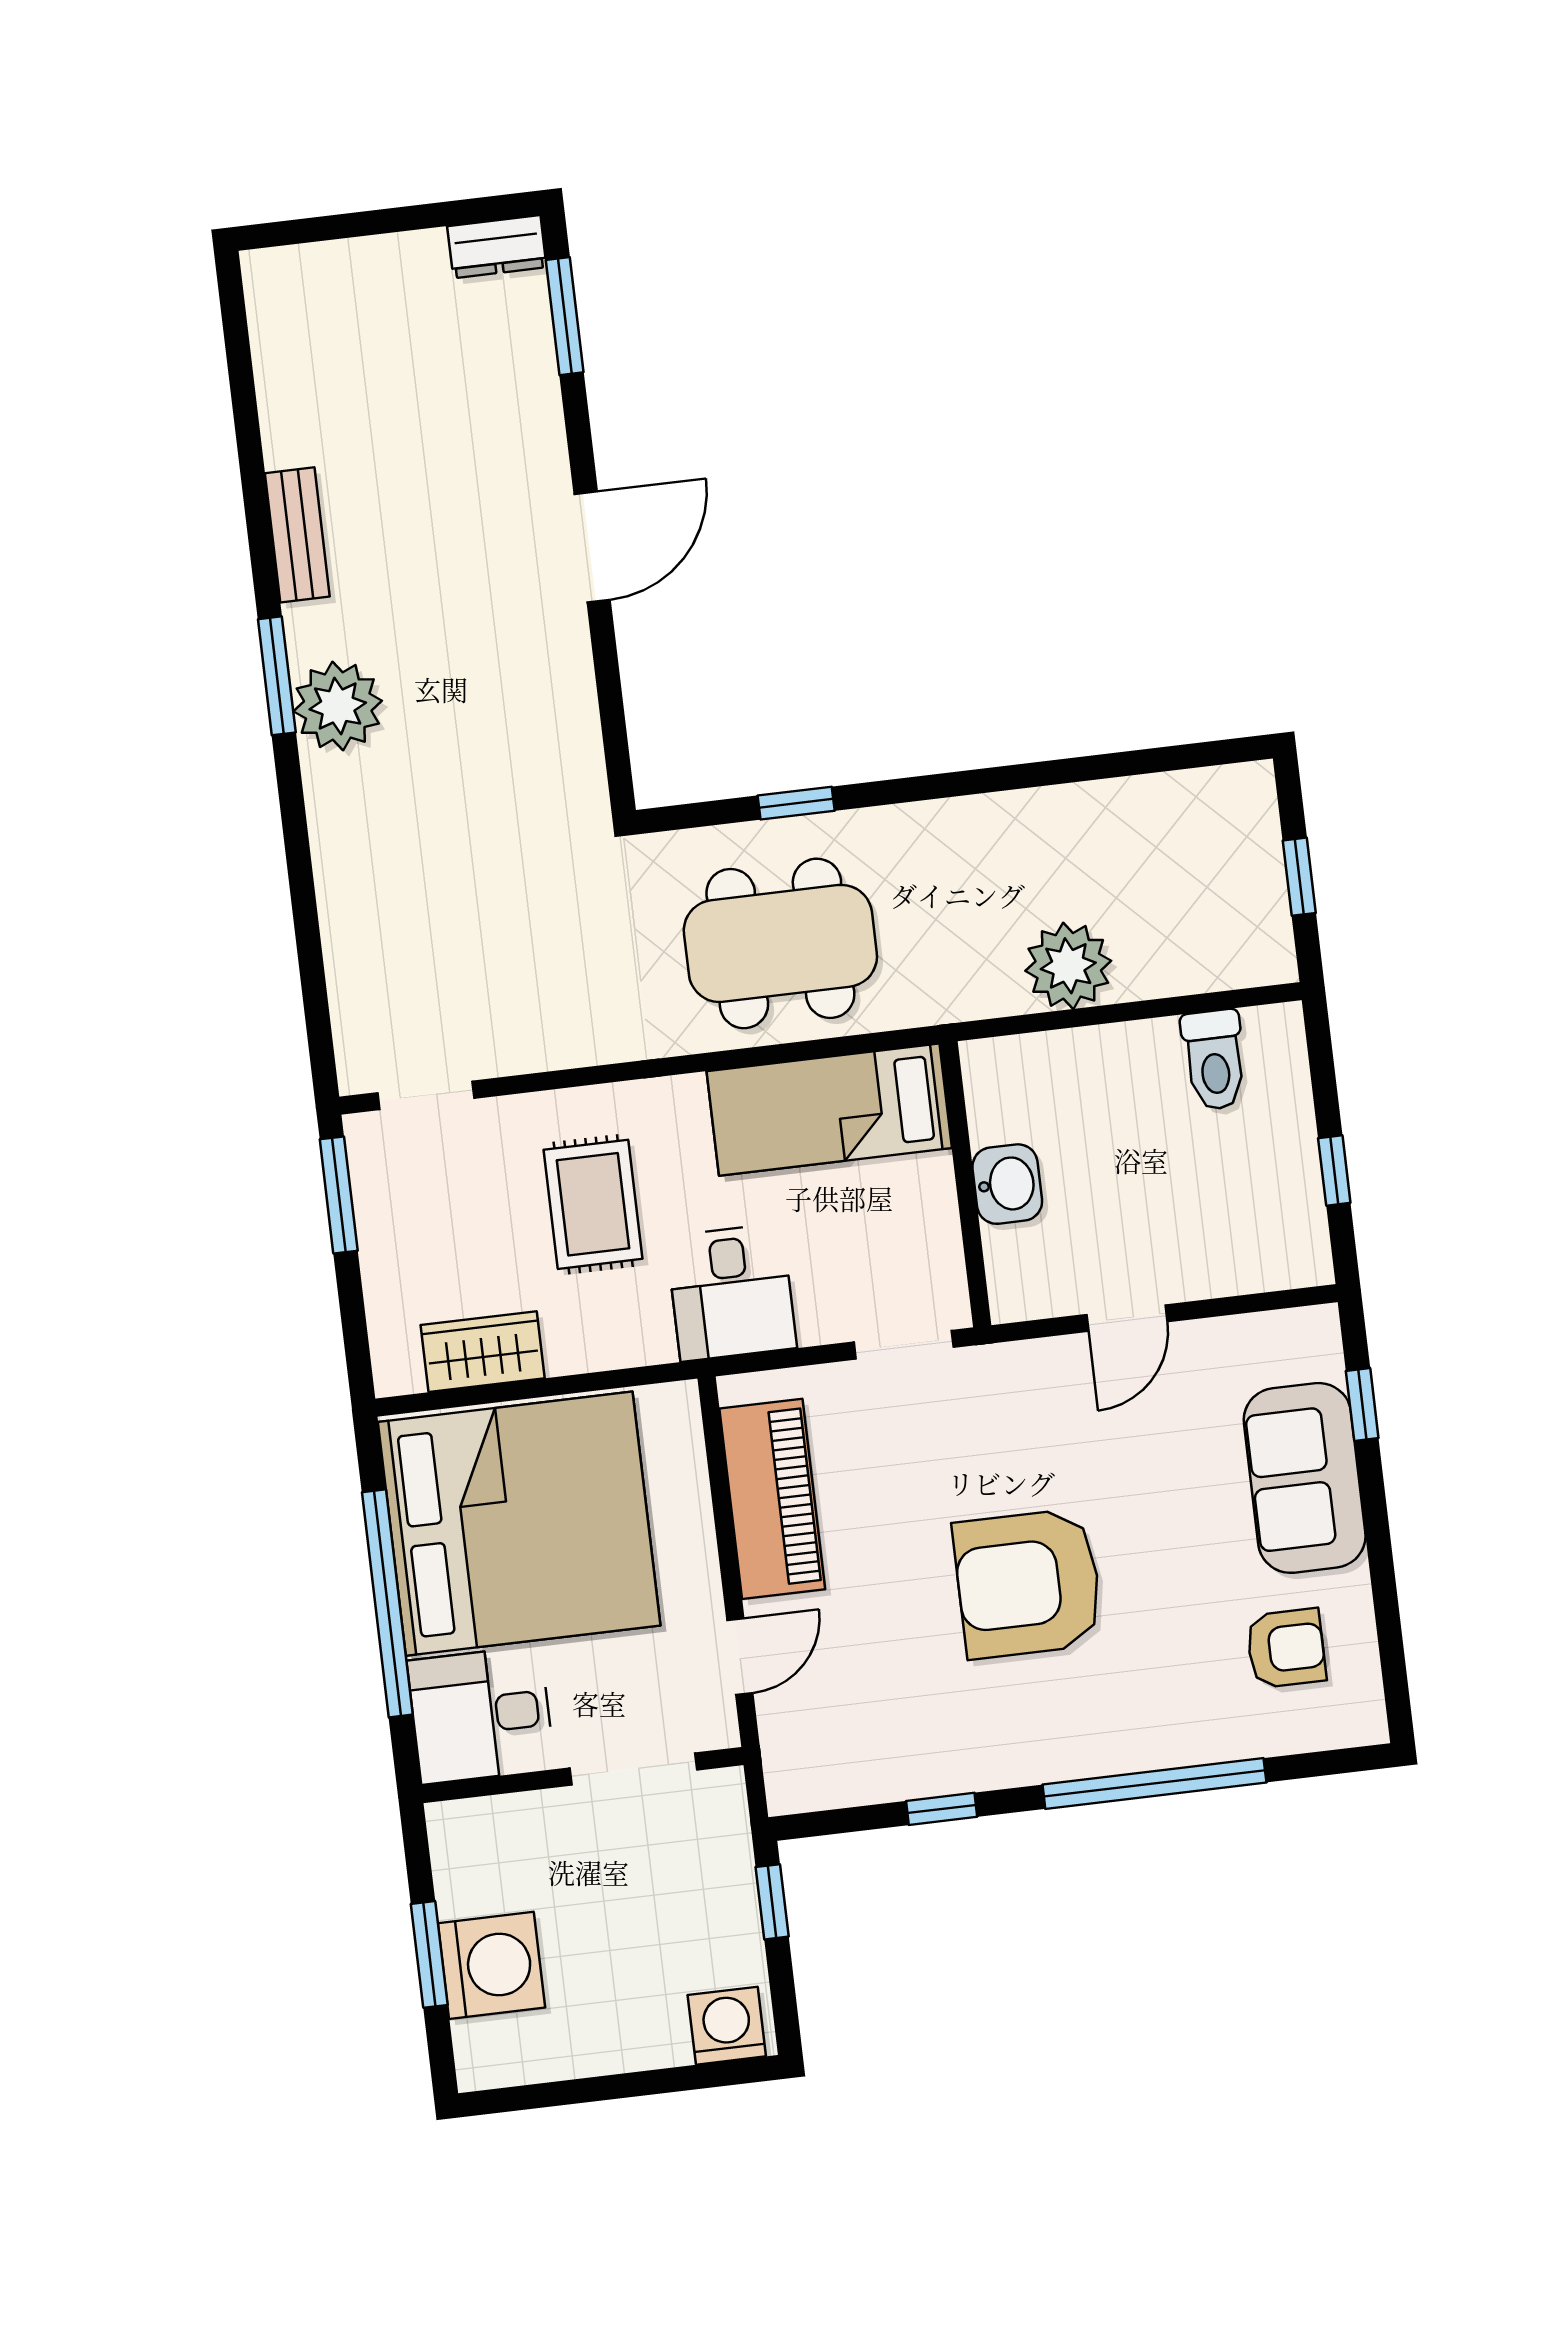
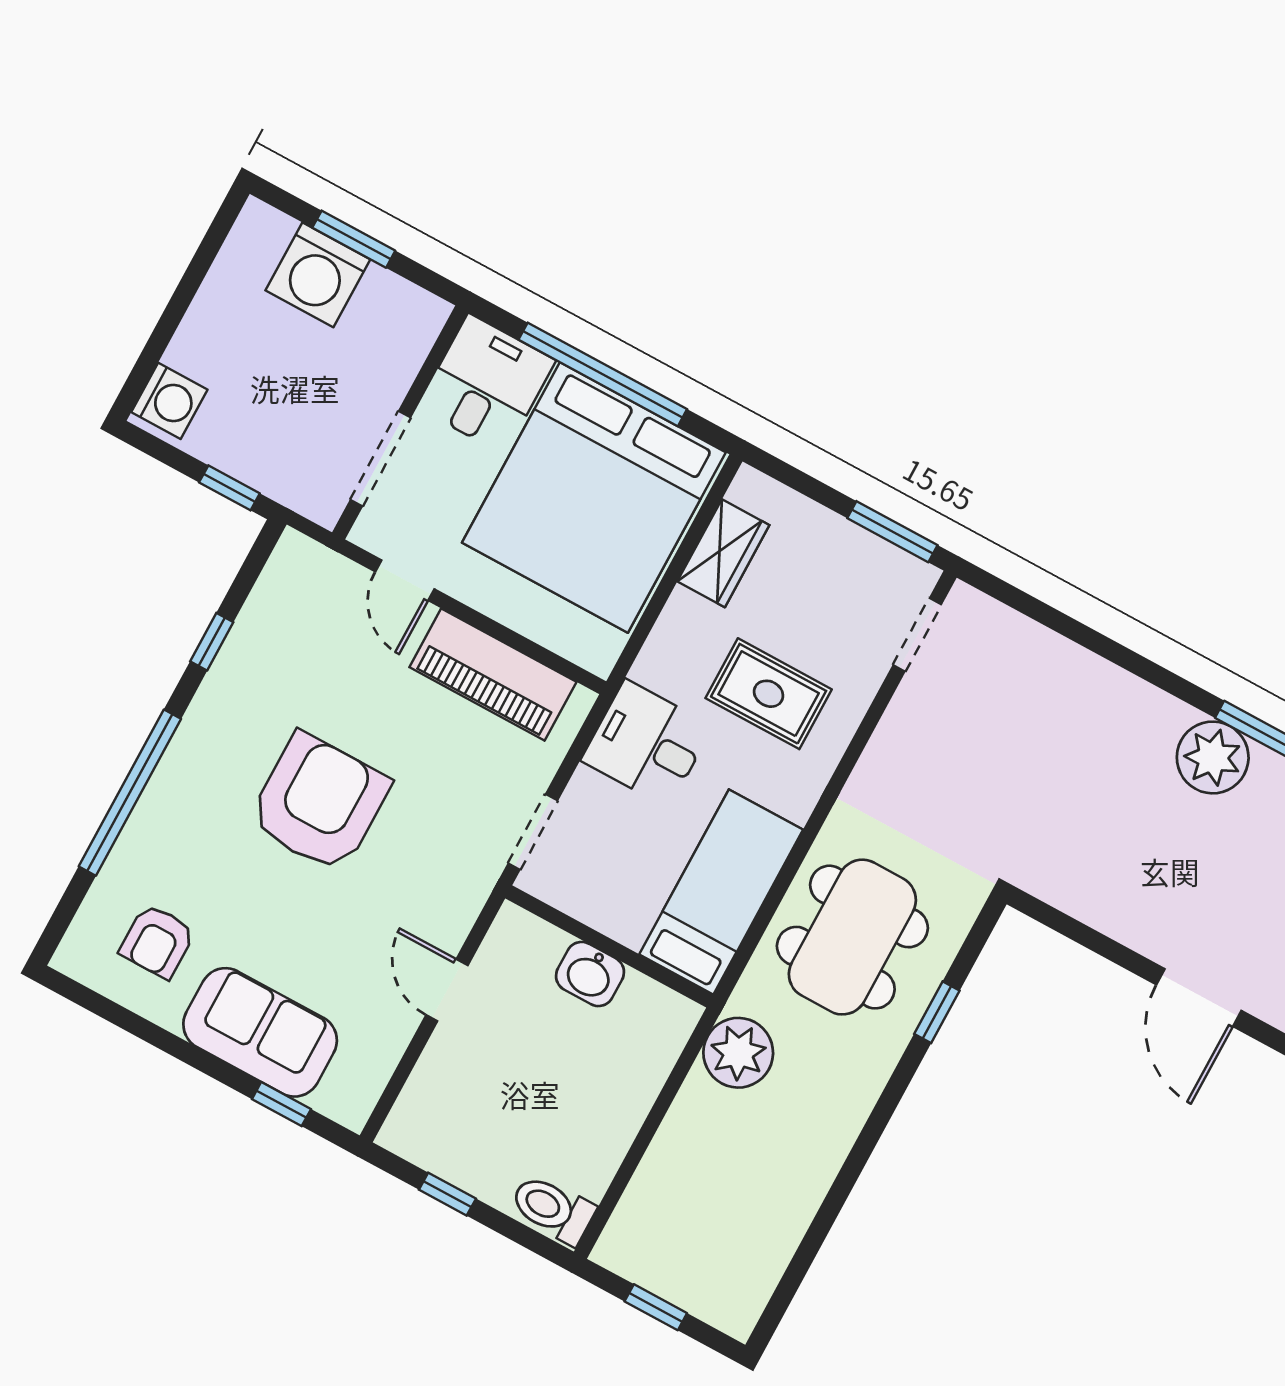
plant: (1068, 966) -> (738, 1053), moved
toilet: (1214, 1060) -> (553, 1209), moved

